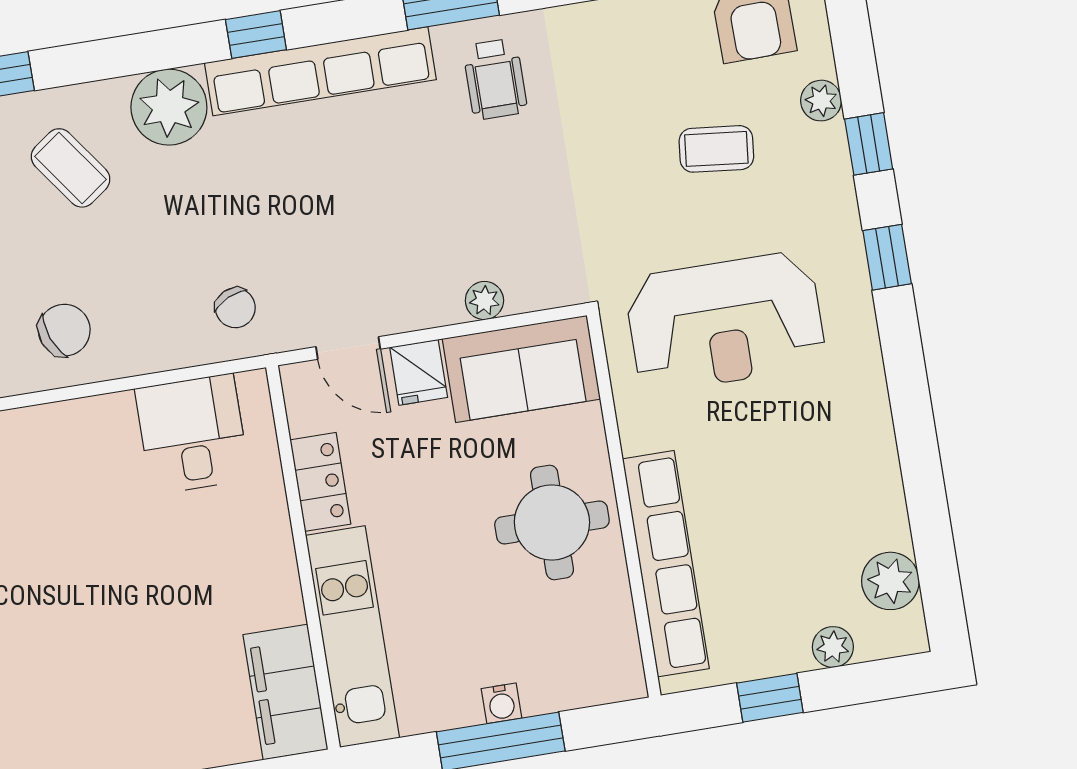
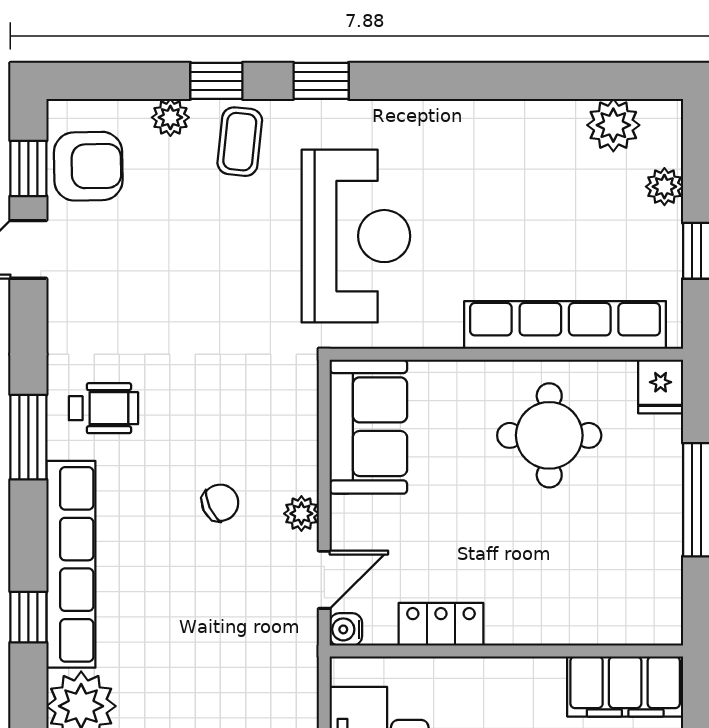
coffee table: (716, 149) -> (240, 142), moved
plant: (484, 301) -> (301, 514), moved
chair: (235, 308) -> (220, 503), moved
fridge: (419, 372) -> (661, 387), moved, turned 90
round table: (552, 522) -> (549, 435), moved
kitchen unit: (352, 637) -> (585, 618), removed
water cooler: (501, 703) -> (346, 629), moved, turned 180

